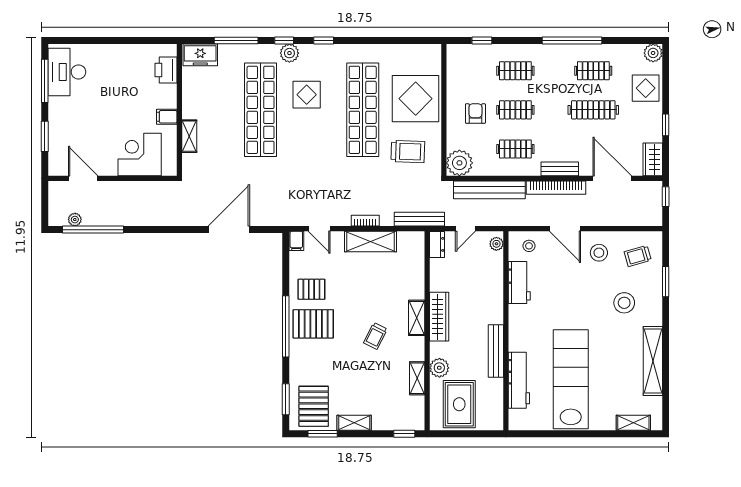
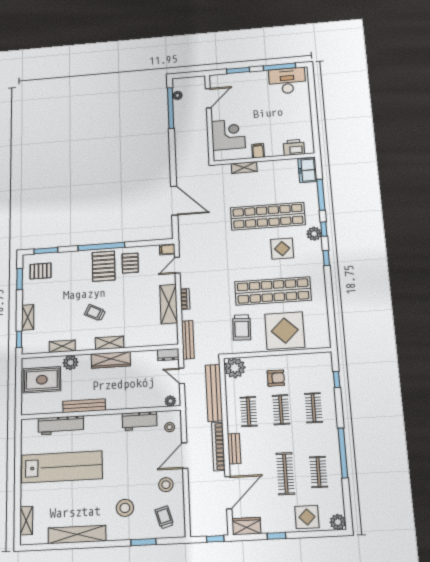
pallet: (314, 406) -> (41, 271), width x0.67, depth x0.71
shelving: (354, 423) -> (28, 317), moved

